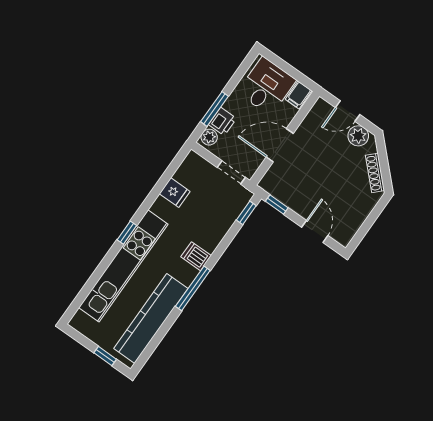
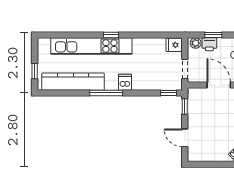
window: (214, 109) -> (213, 35), width x0.67
fridge: (175, 193) -> (174, 45), moved, turned 90
door: (315, 231) -> (185, 138), swing flipped

